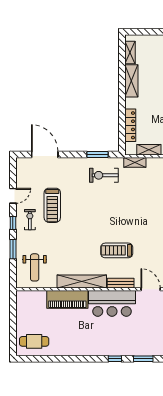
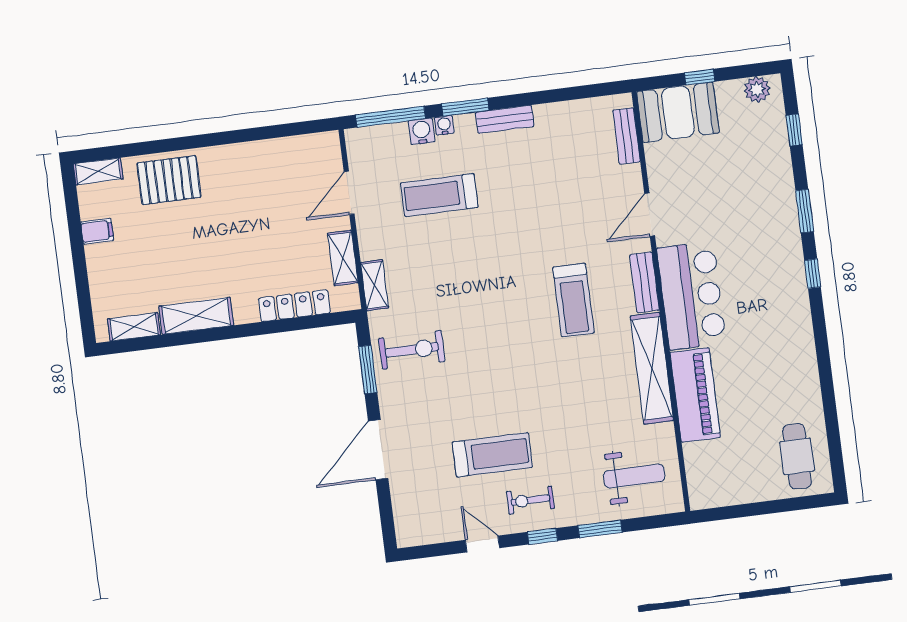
door: (45, 154) -> (378, 450), moved
exercise bike: (104, 175) -> (412, 350), turned -90

